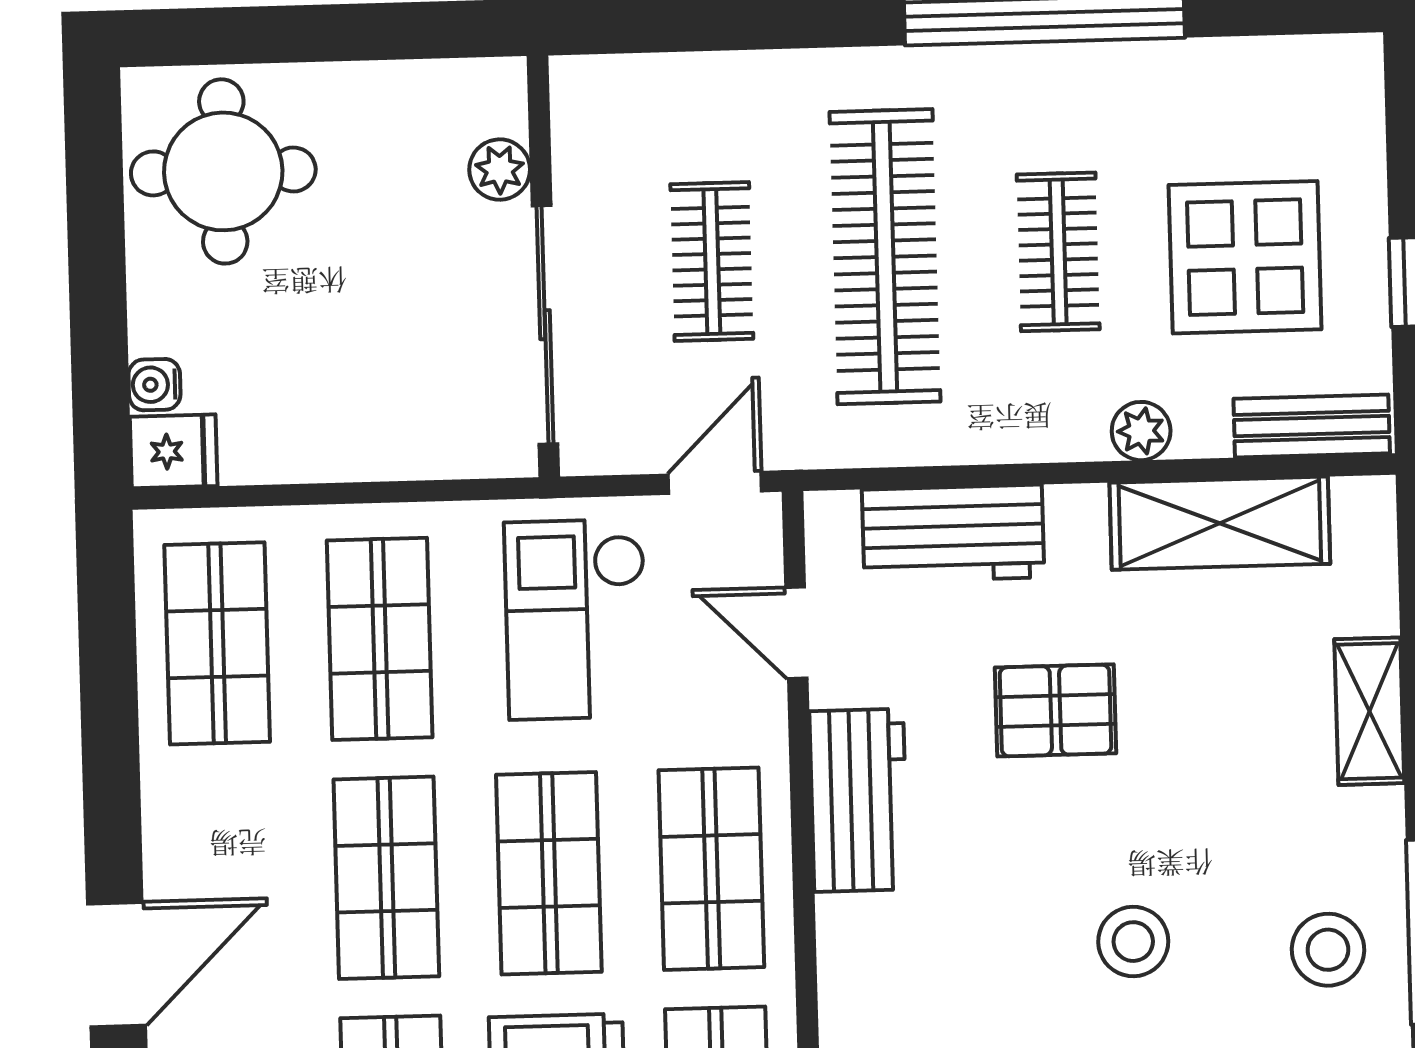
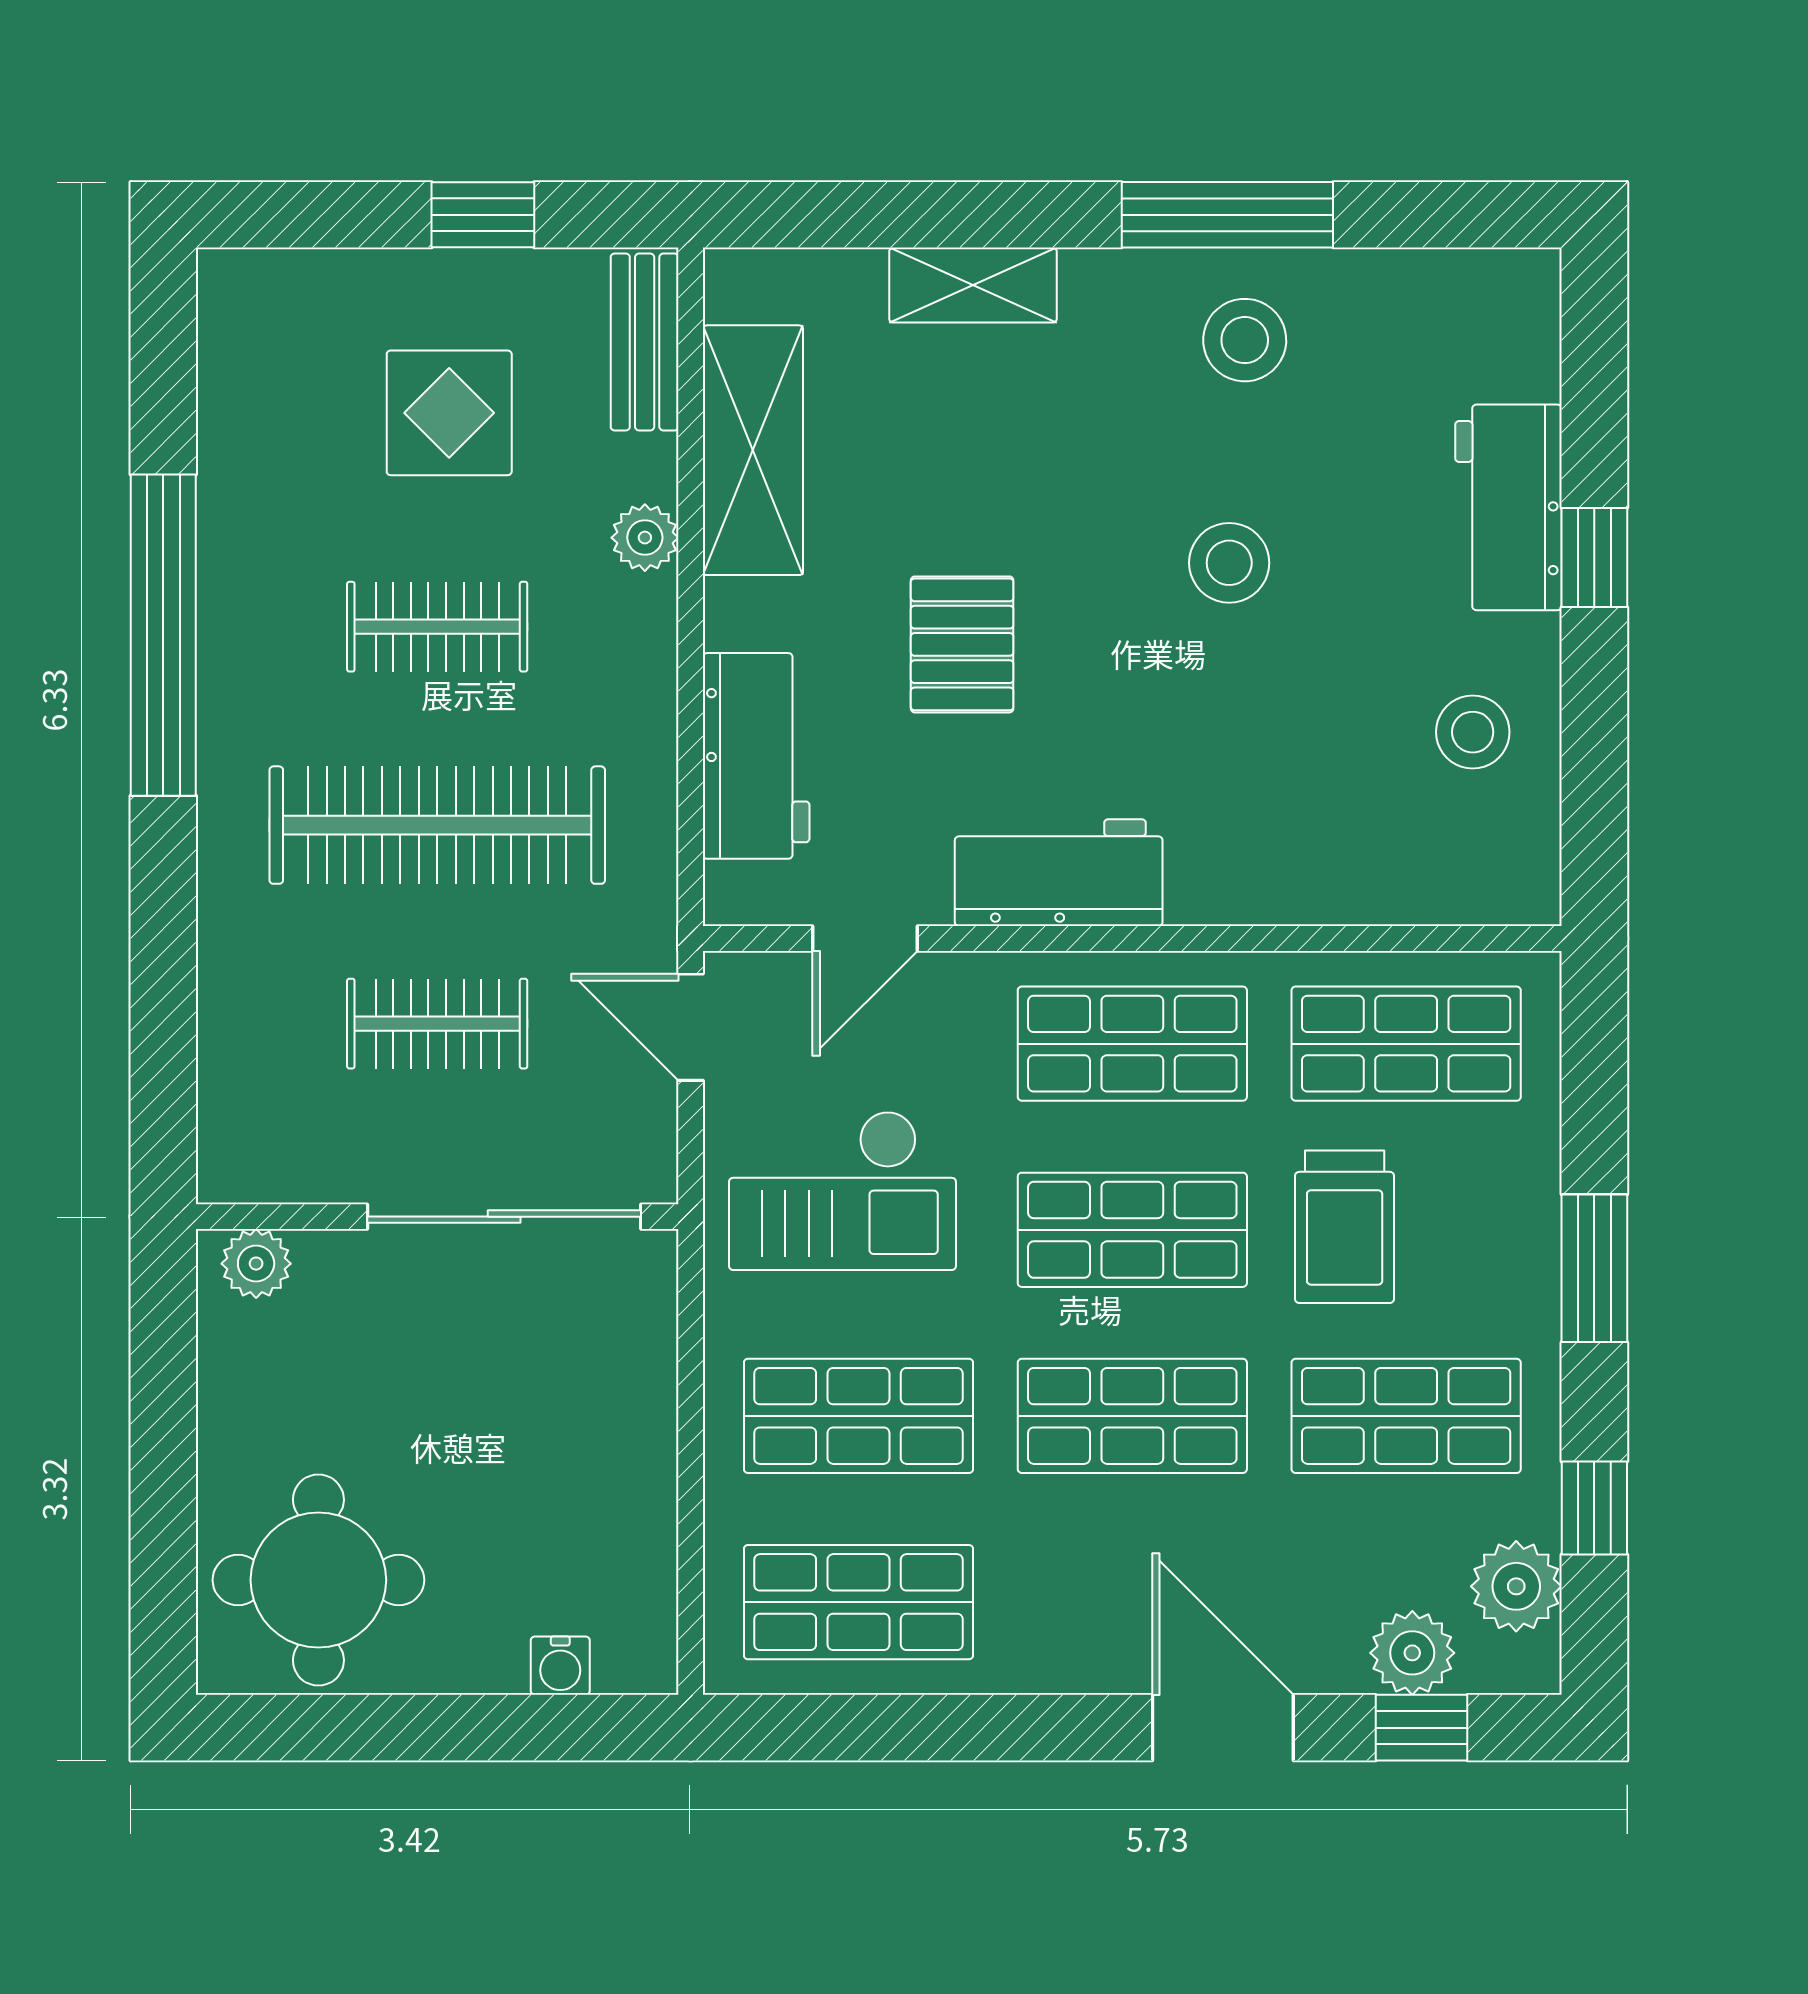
plant: (500, 170) -> (256, 1264), moved
display table: (1245, 257) -> (449, 413), width x0.73, depth x0.73
fridge: (174, 451) -> (637, 1646), removed

